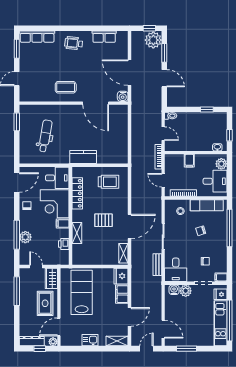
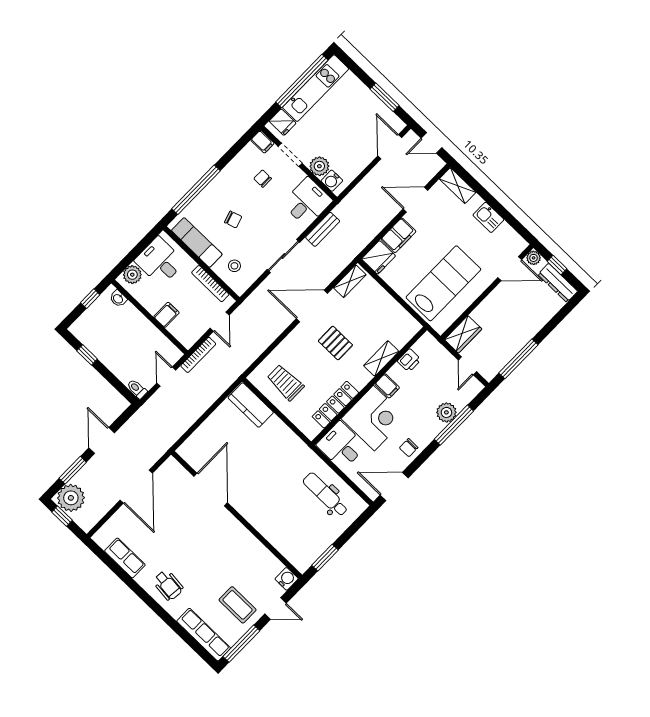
window: (17, 49) -> (241, 644), width x1.44
coffee table: (66, 87) -> (238, 605), moved
water cooler: (123, 96) -> (287, 579), moved
dental chair: (45, 136) -> (325, 495), moved, turned 80
kitchen counter: (83, 157) -> (251, 405), moved
lab bench: (82, 292) -> (443, 283), turned 180
rug: (45, 303) -> (499, 312), removed

